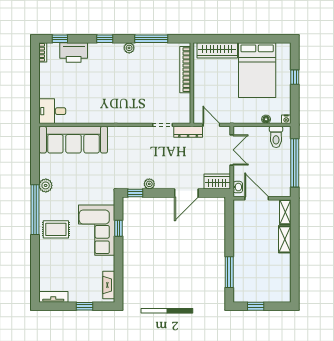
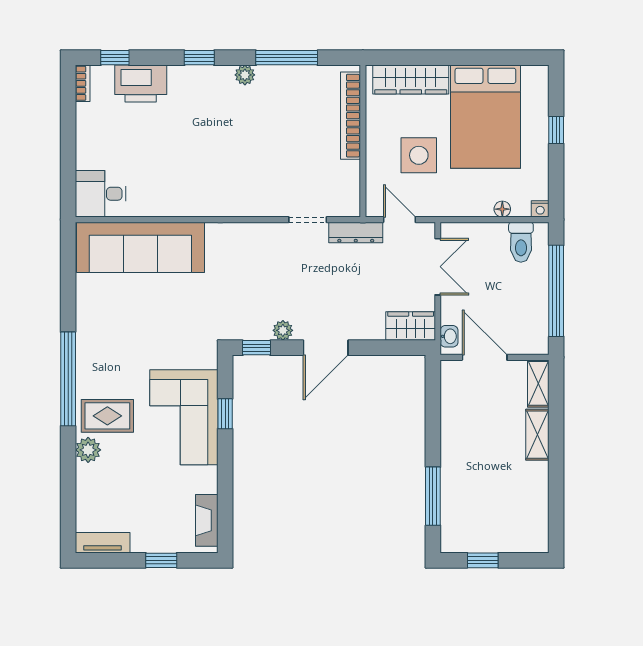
side table: (222, 91) -> (419, 155), added
plant: (46, 185) -> (88, 450), moved
door: (186, 193) -> (326, 348), moved

